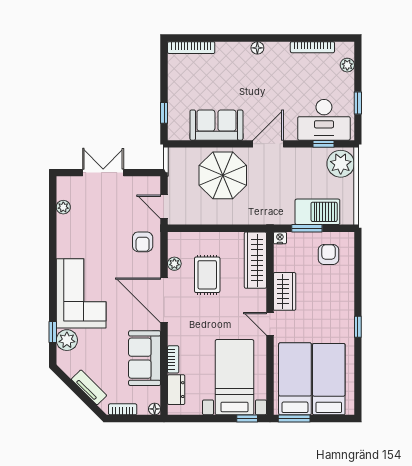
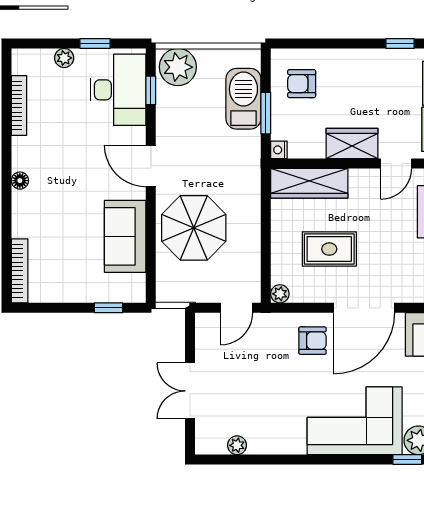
plant: (347, 65) -> (64, 58), moved
armchair: (143, 242) -> (313, 341), moved
plant: (174, 264) -> (280, 294), moved

